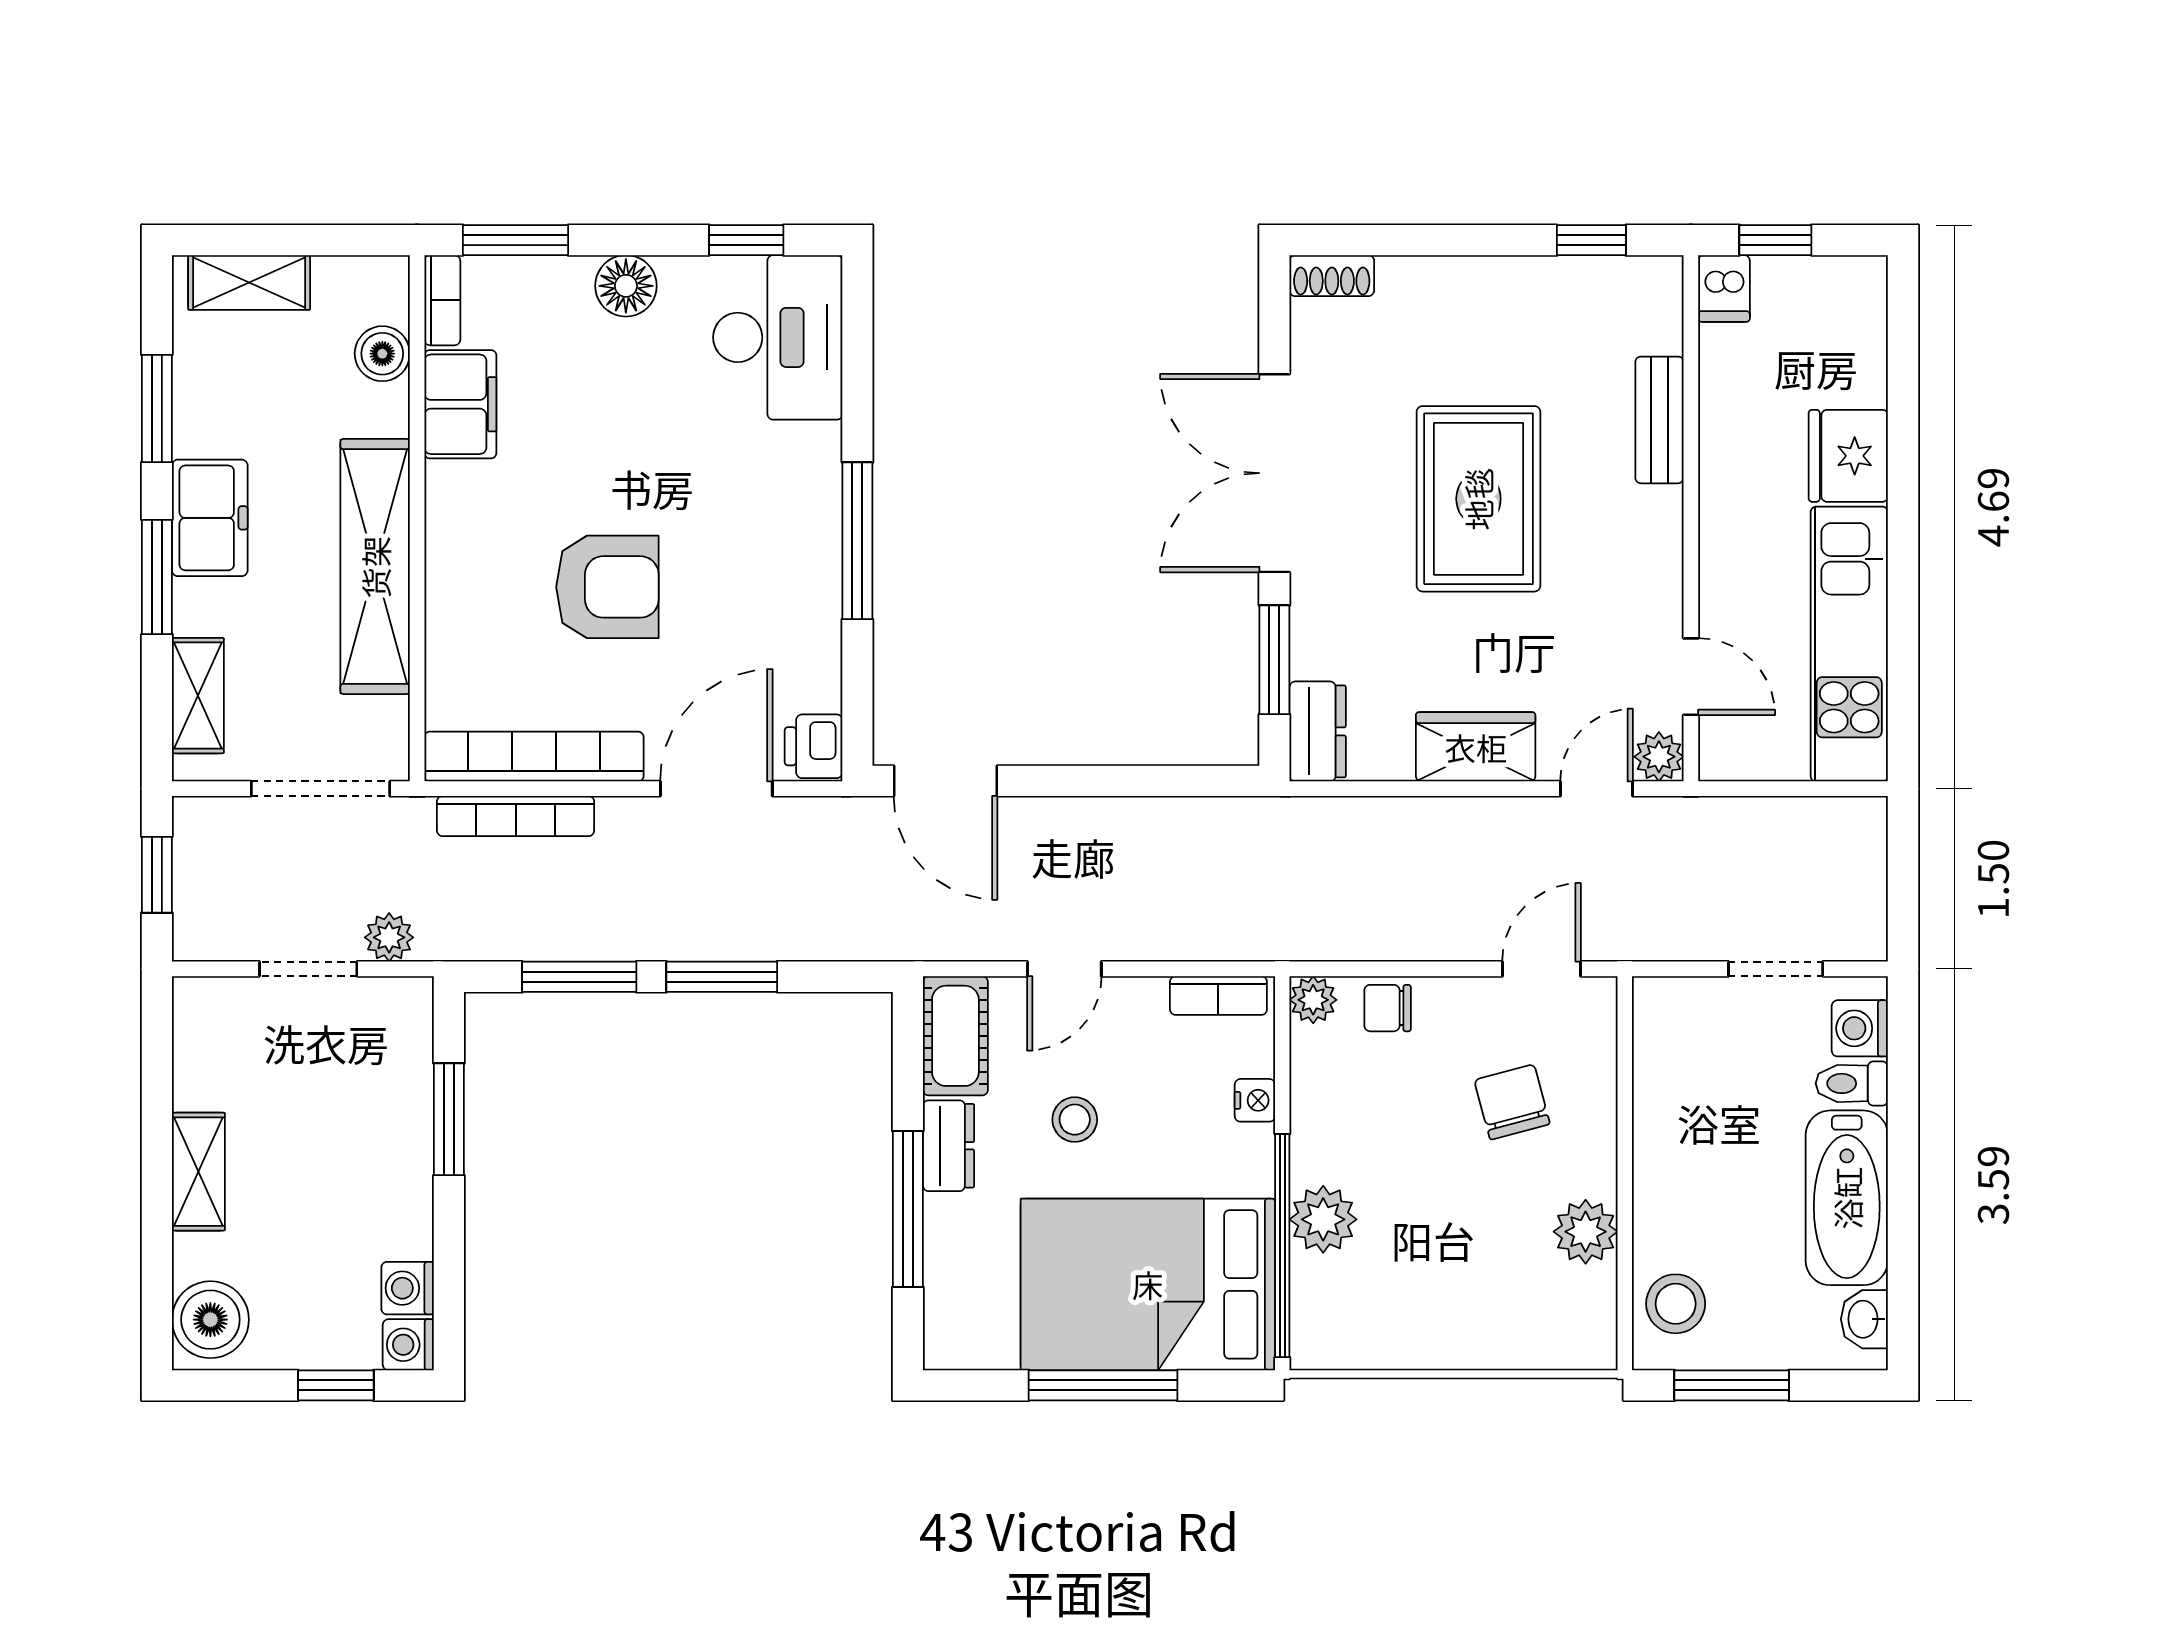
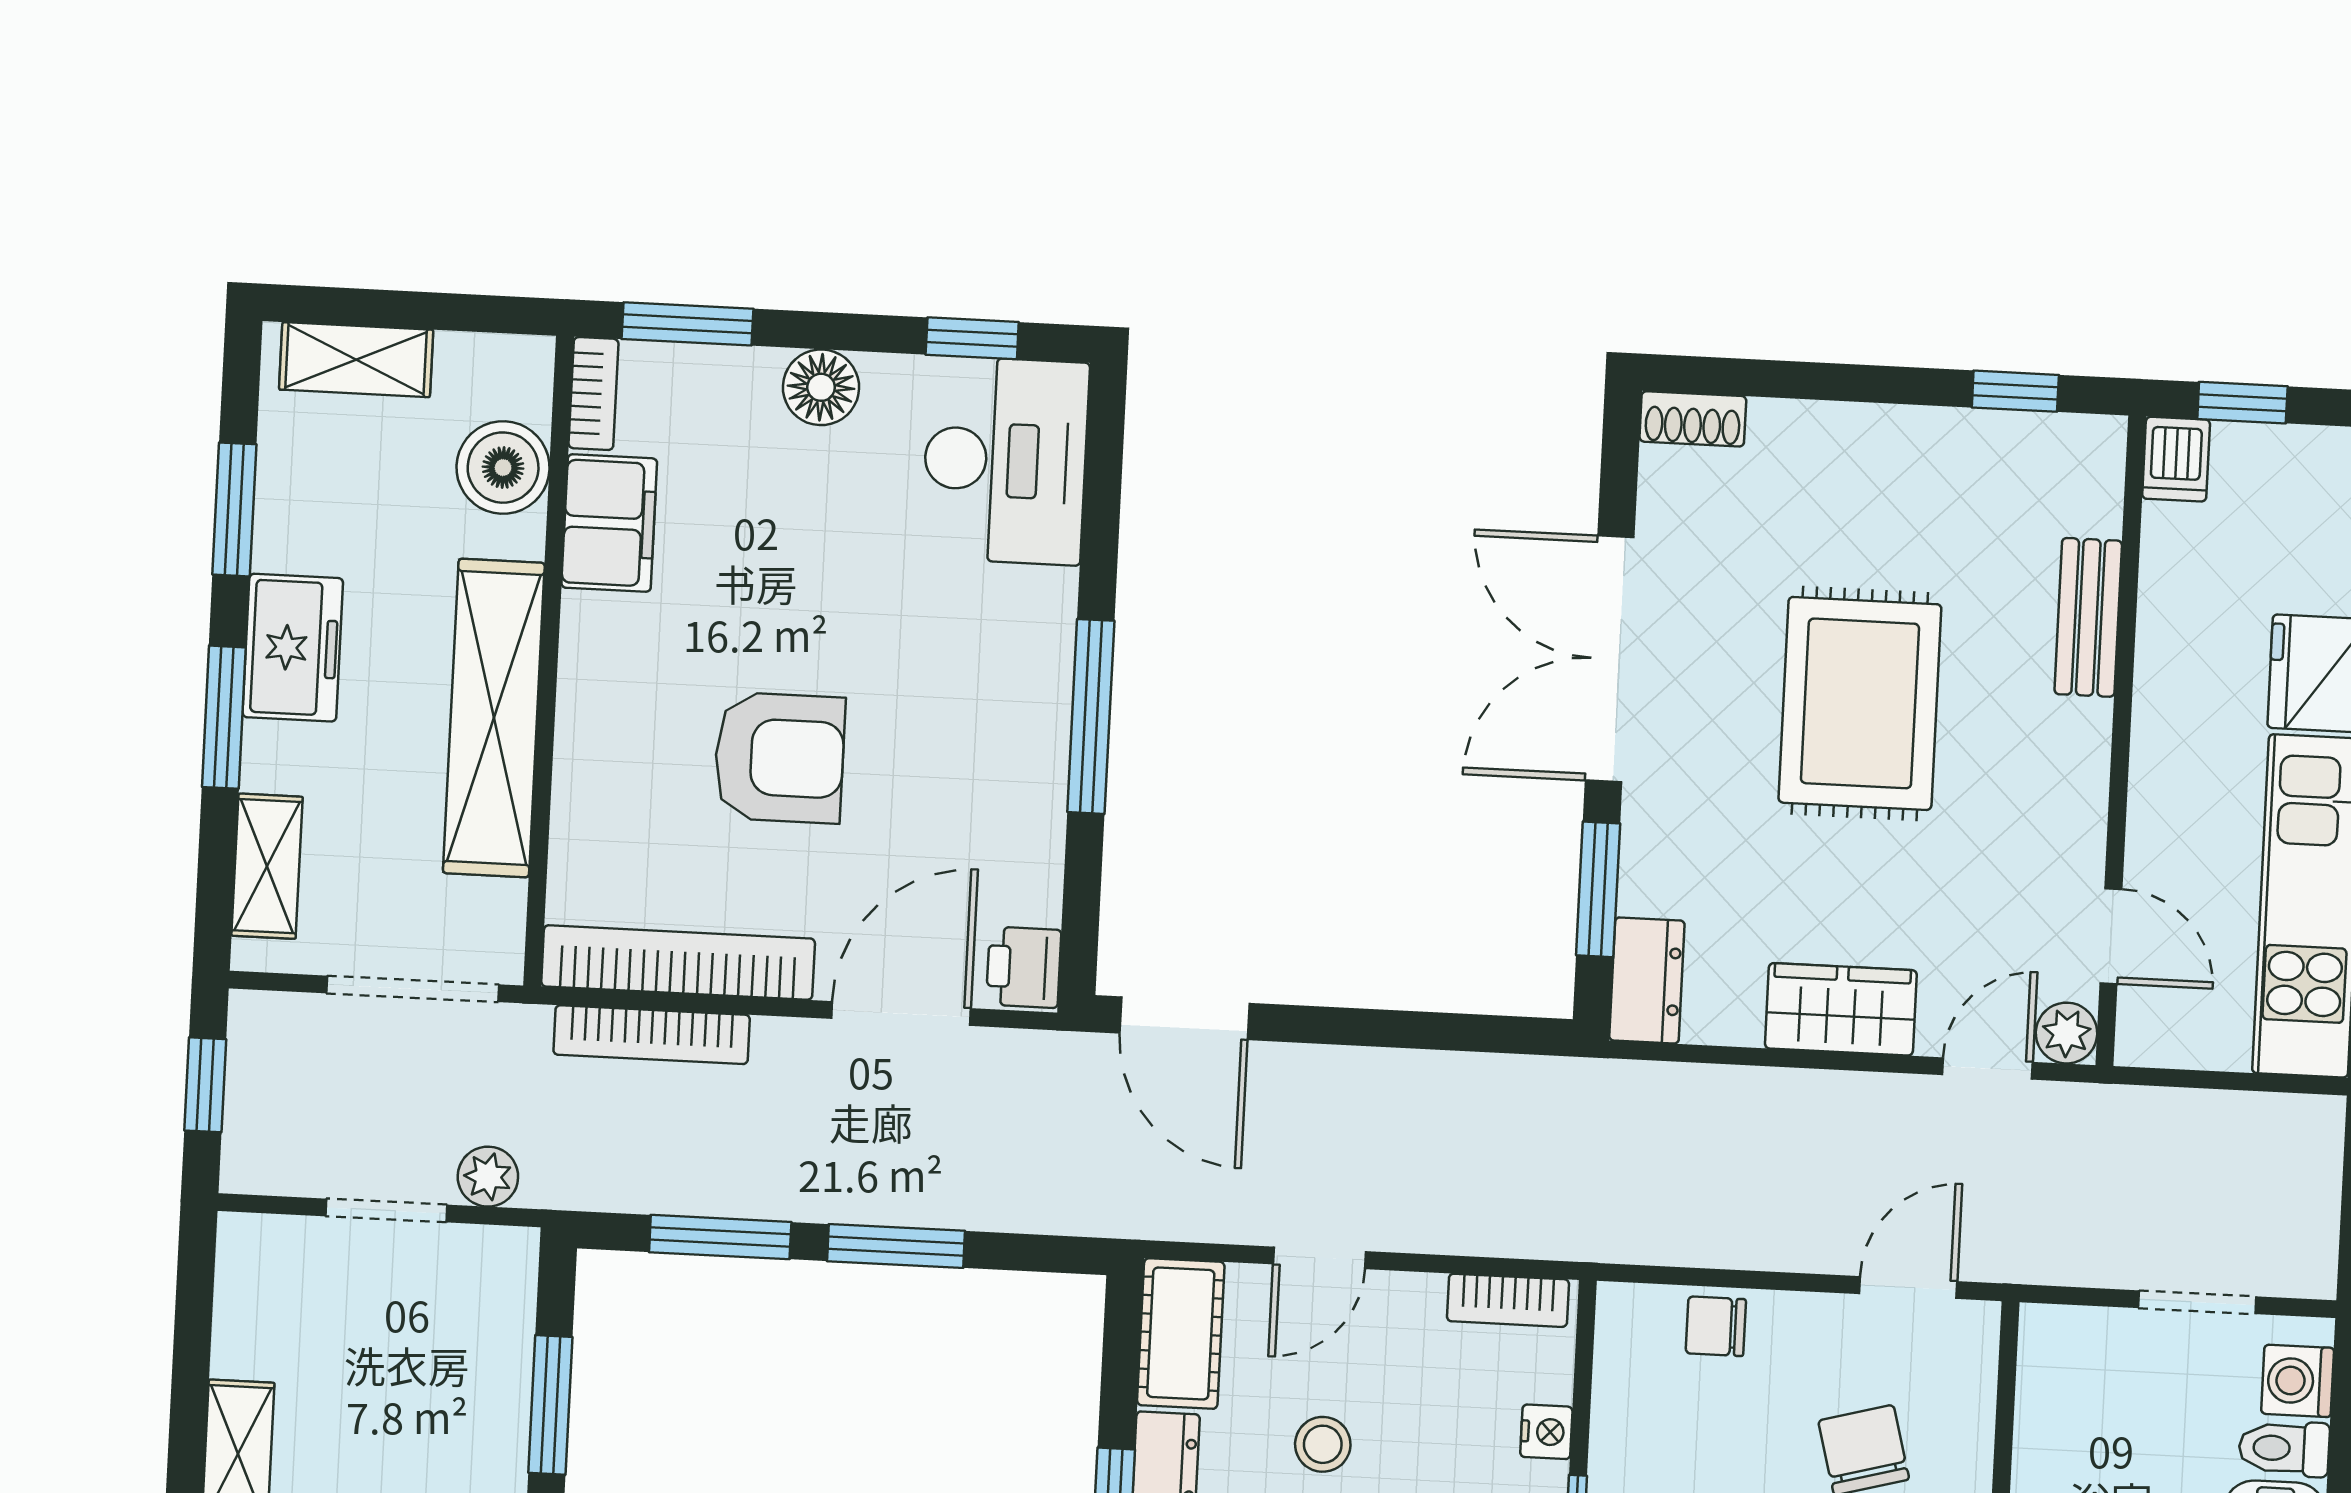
boiler: (382, 354) -> (503, 468), width x1.36, depth x1.36
plant: (1313, 1000) -> (1625, 1311), removed

